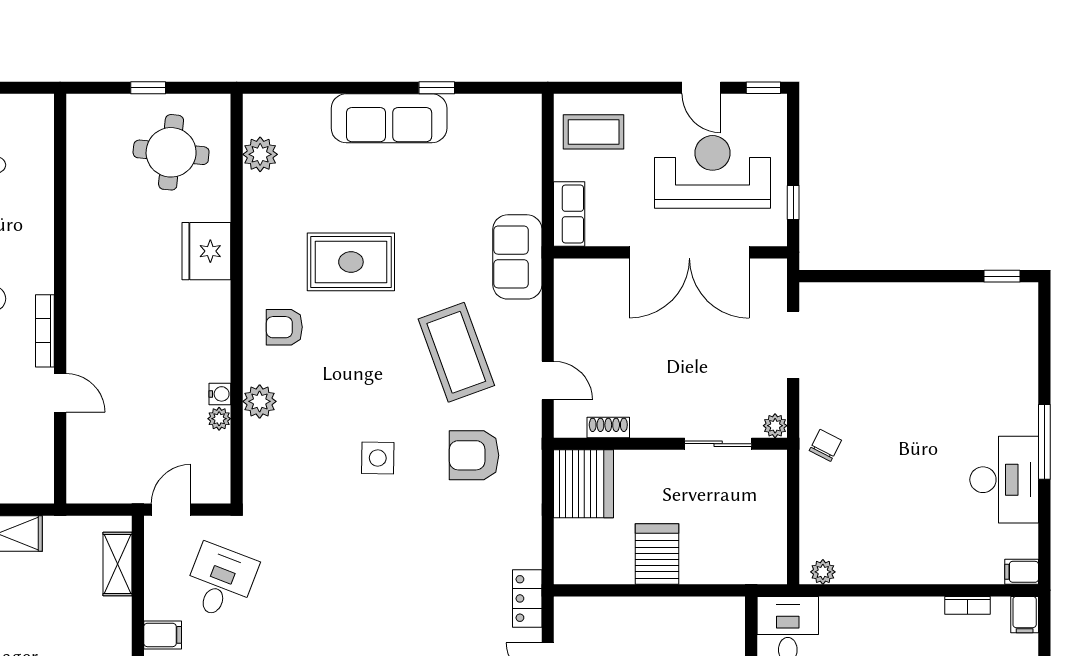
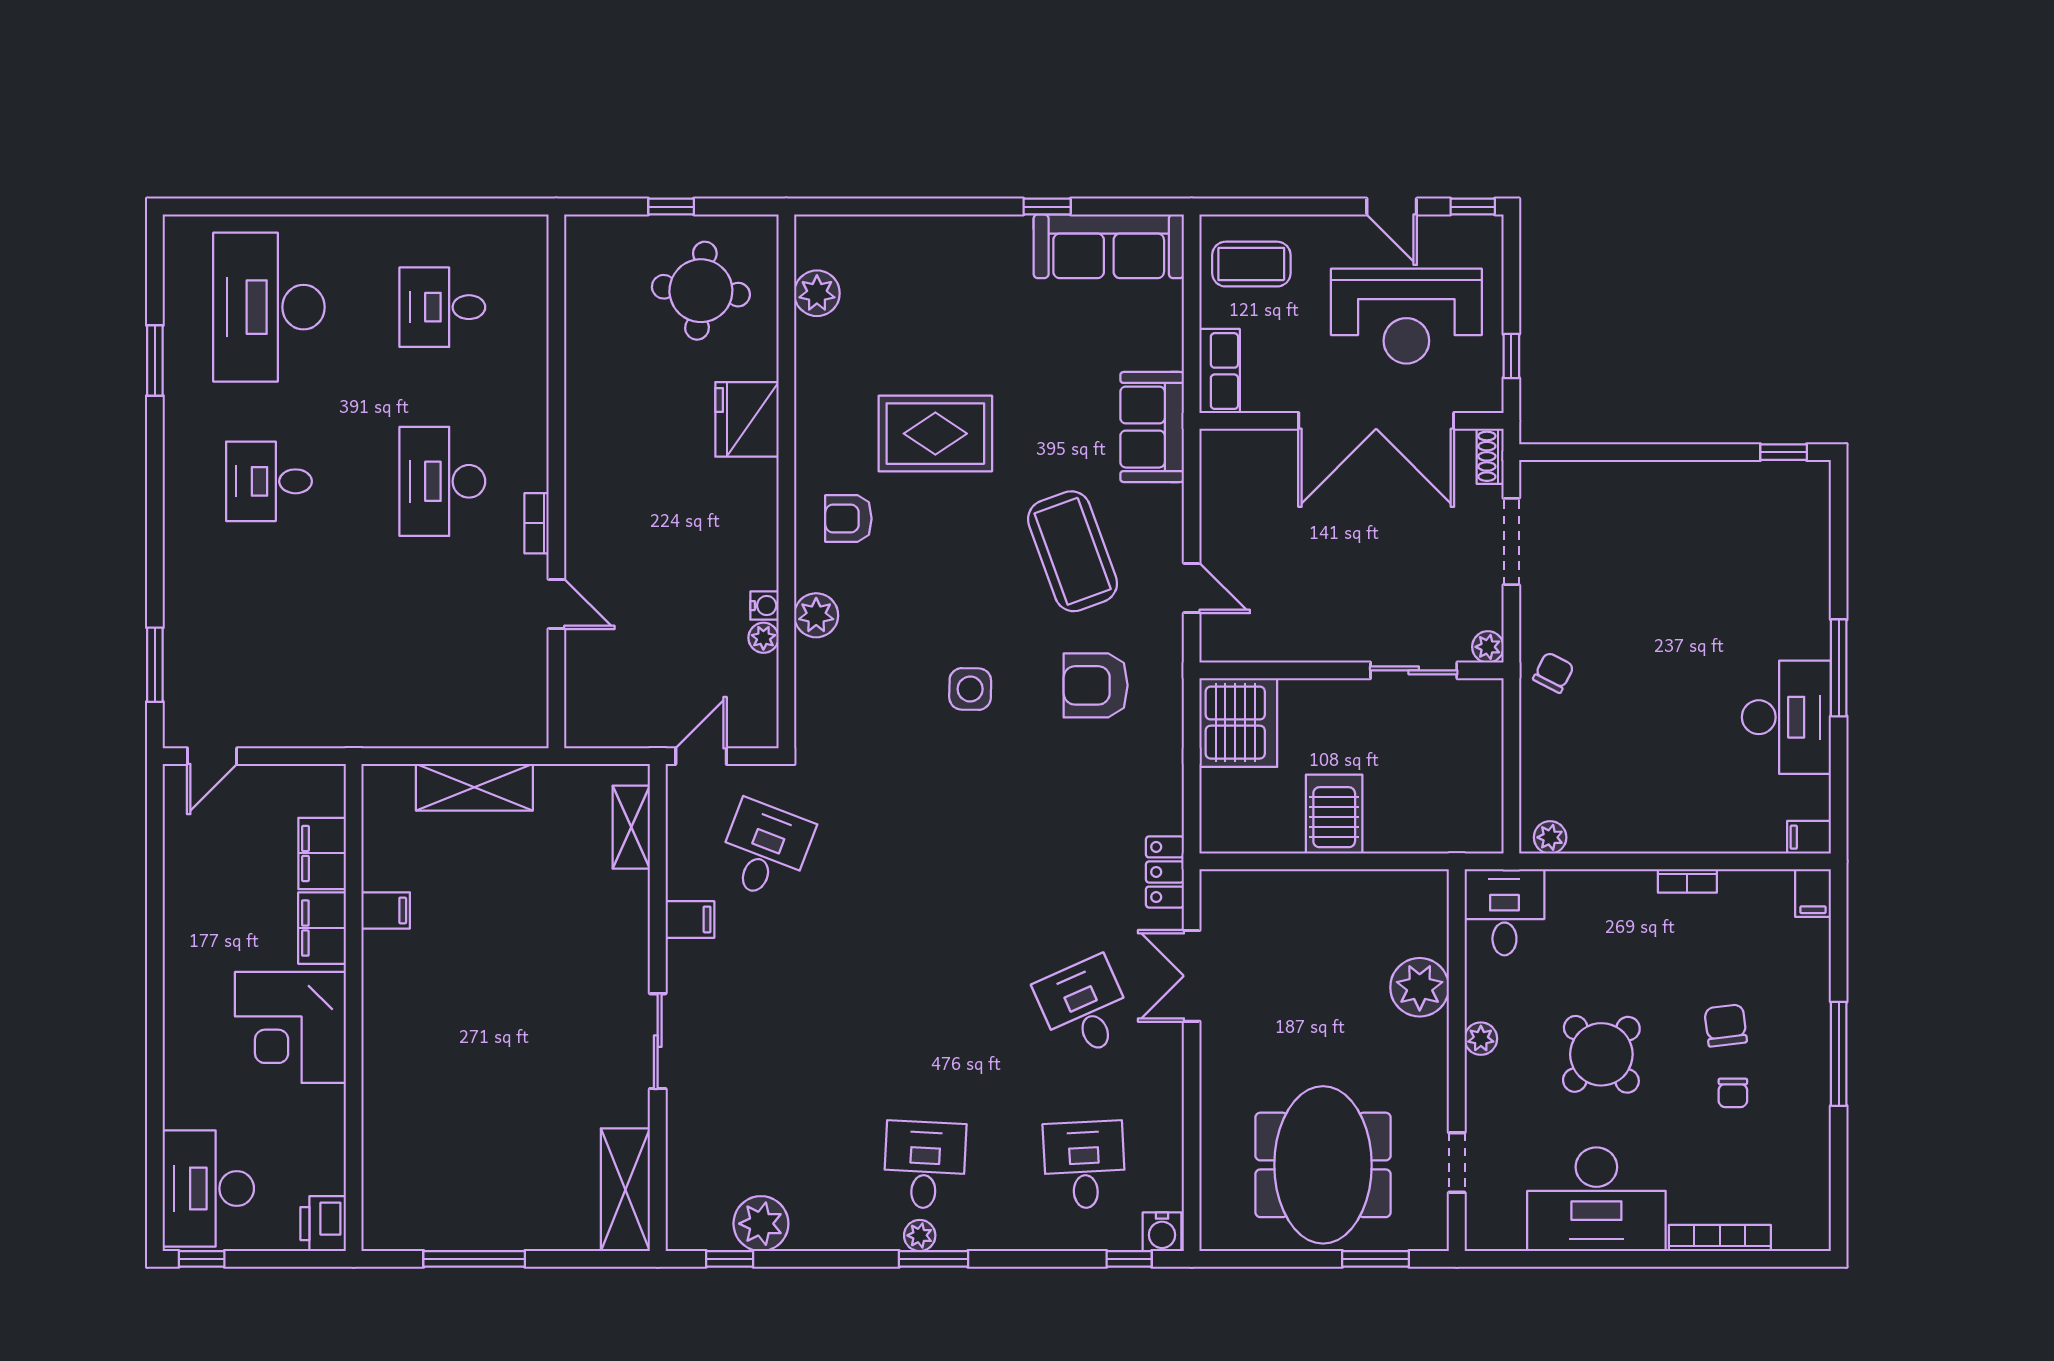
sofa: (389, 118) -> (1109, 246), moved
reception desk: (712, 172) -> (1406, 316), turned 180
bookcase: (45, 331) -> (537, 523), width x0.64
shoe rack: (608, 427) -> (1490, 456), moved, turned -90
bookcase: (967, 605) -> (1687, 881), moved

